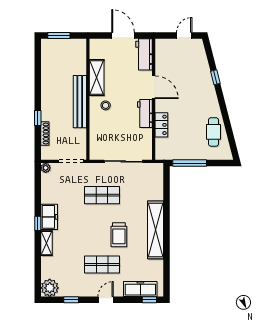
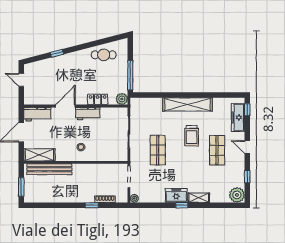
shelving: (97, 77) -> (39, 155), moved
bench: (80, 102) -> (49, 169), moved
plant: (162, 153) -> (122, 99), added
trolley: (119, 235) -> (192, 136), turned 90

